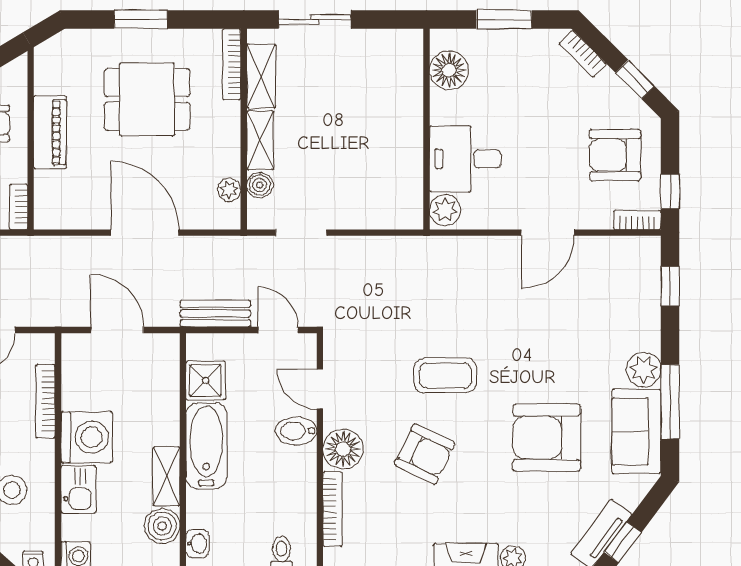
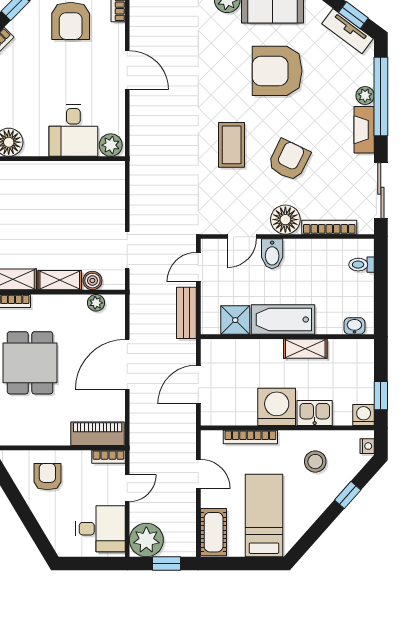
piano: (50, 132) -> (98, 434), moved
armchair: (547, 438) -> (277, 71), turned 90
boiler: (162, 526) -> (342, 352), removed

